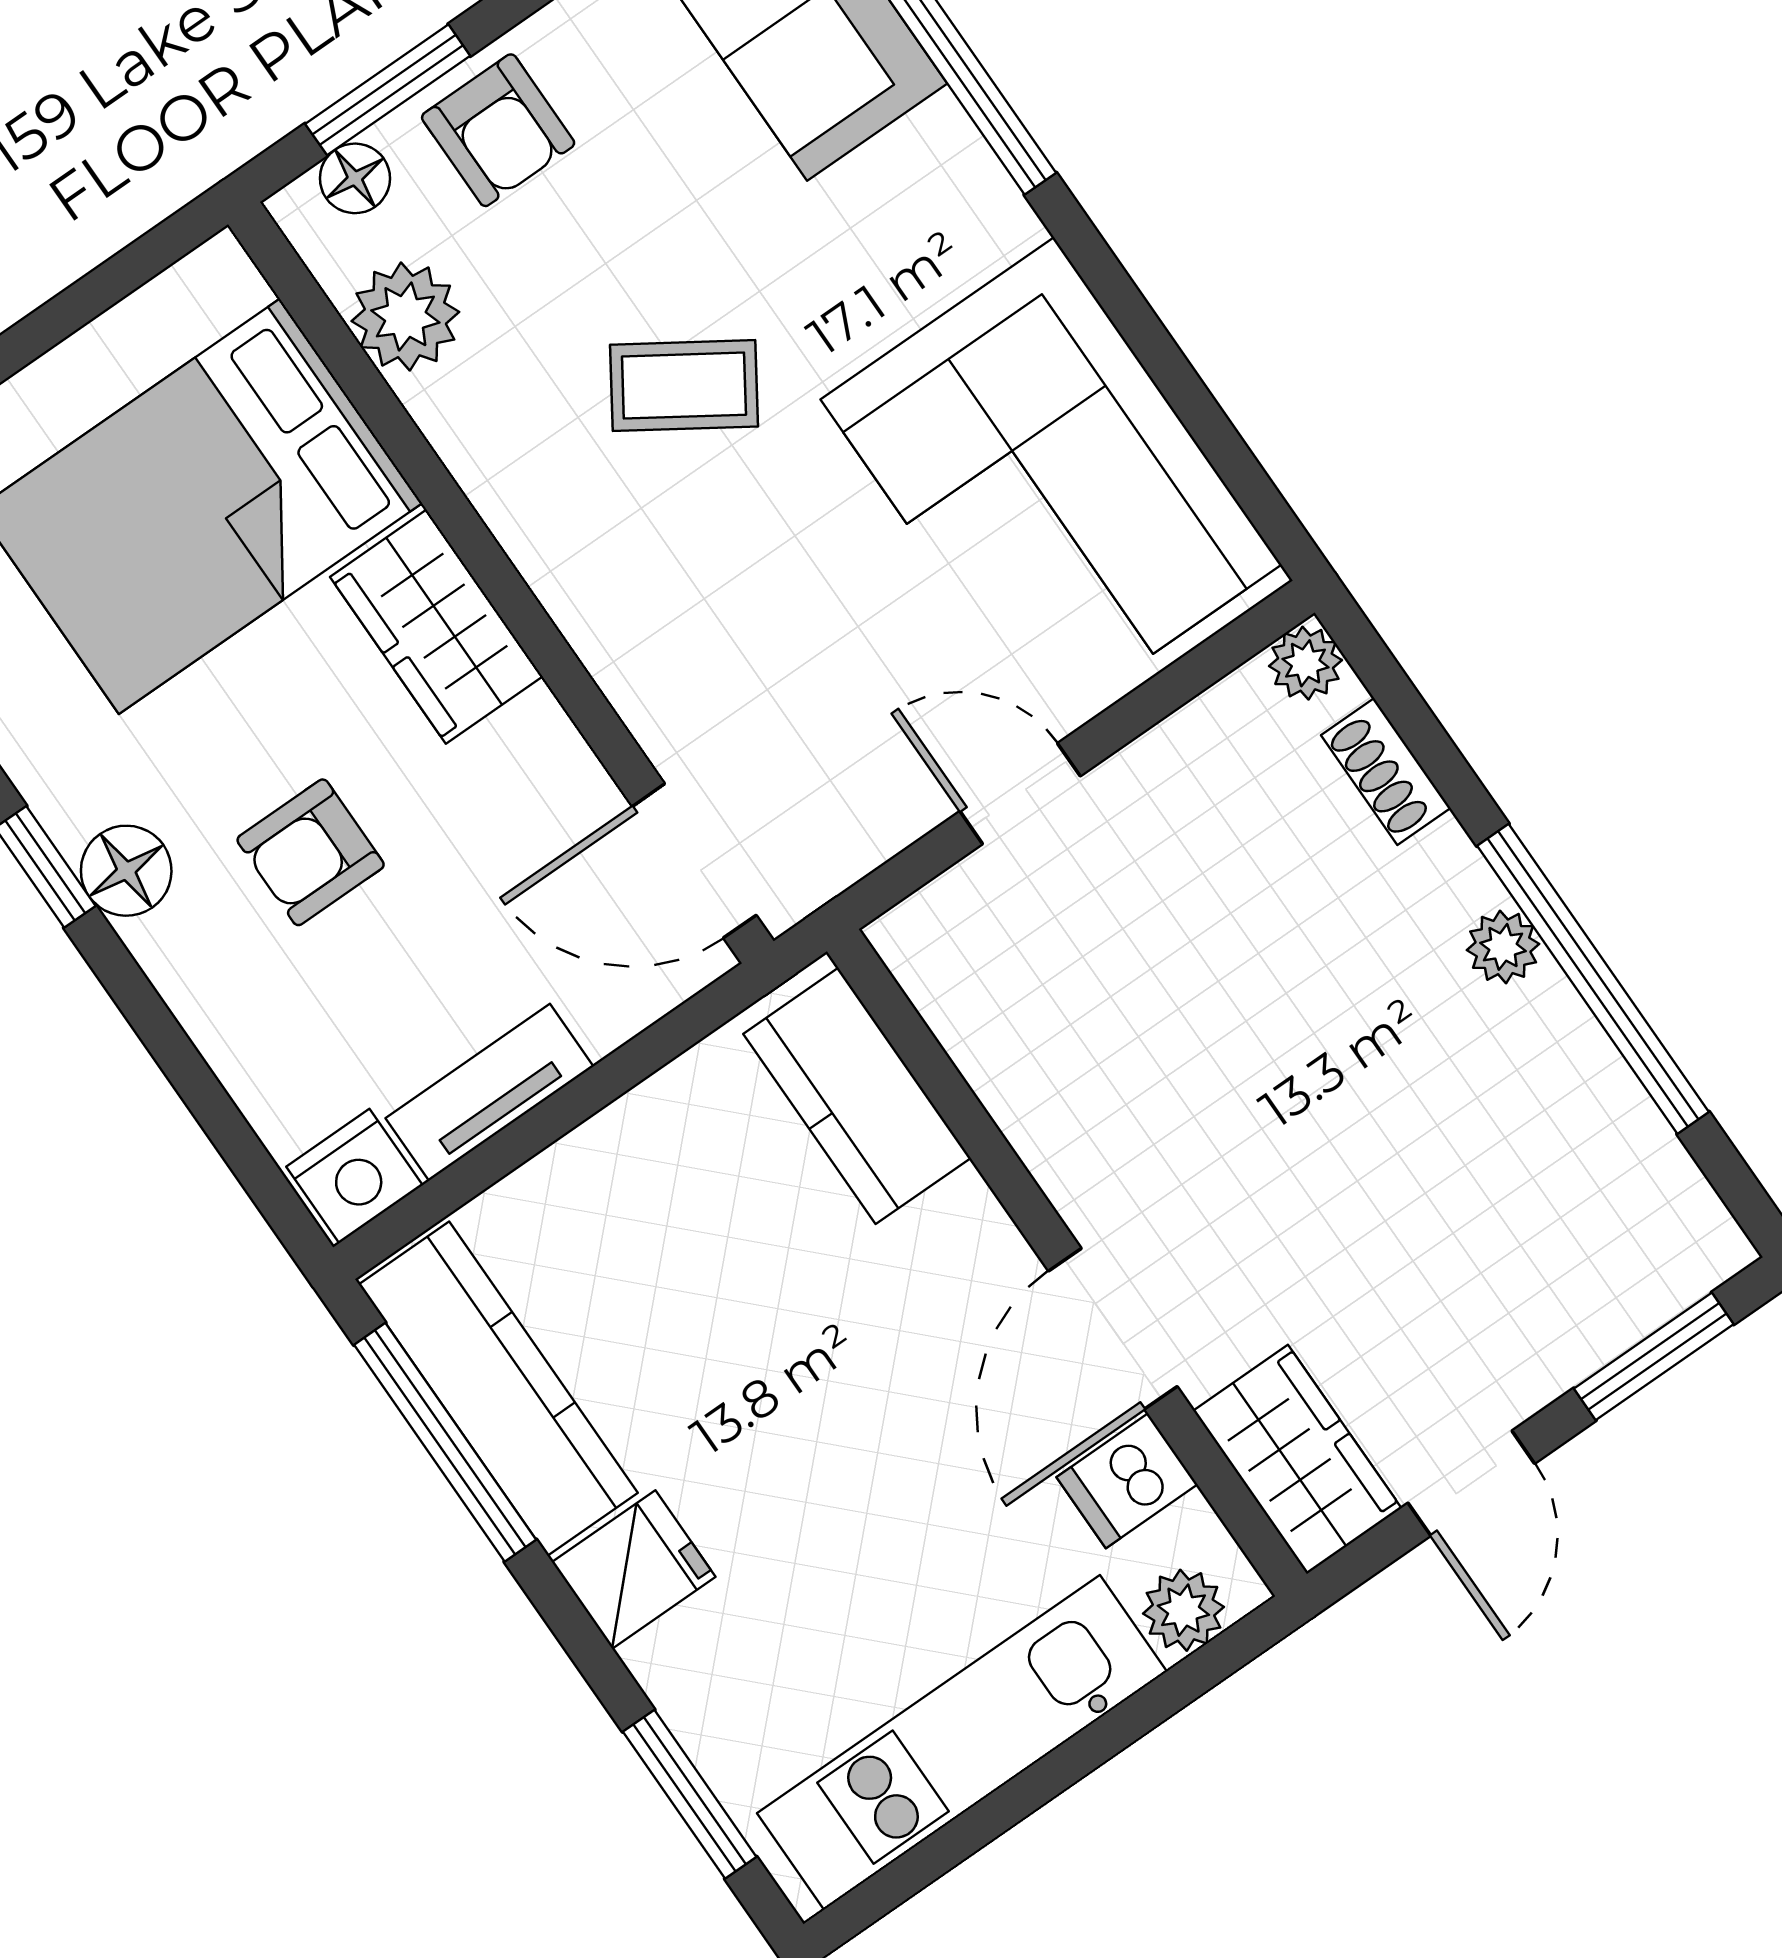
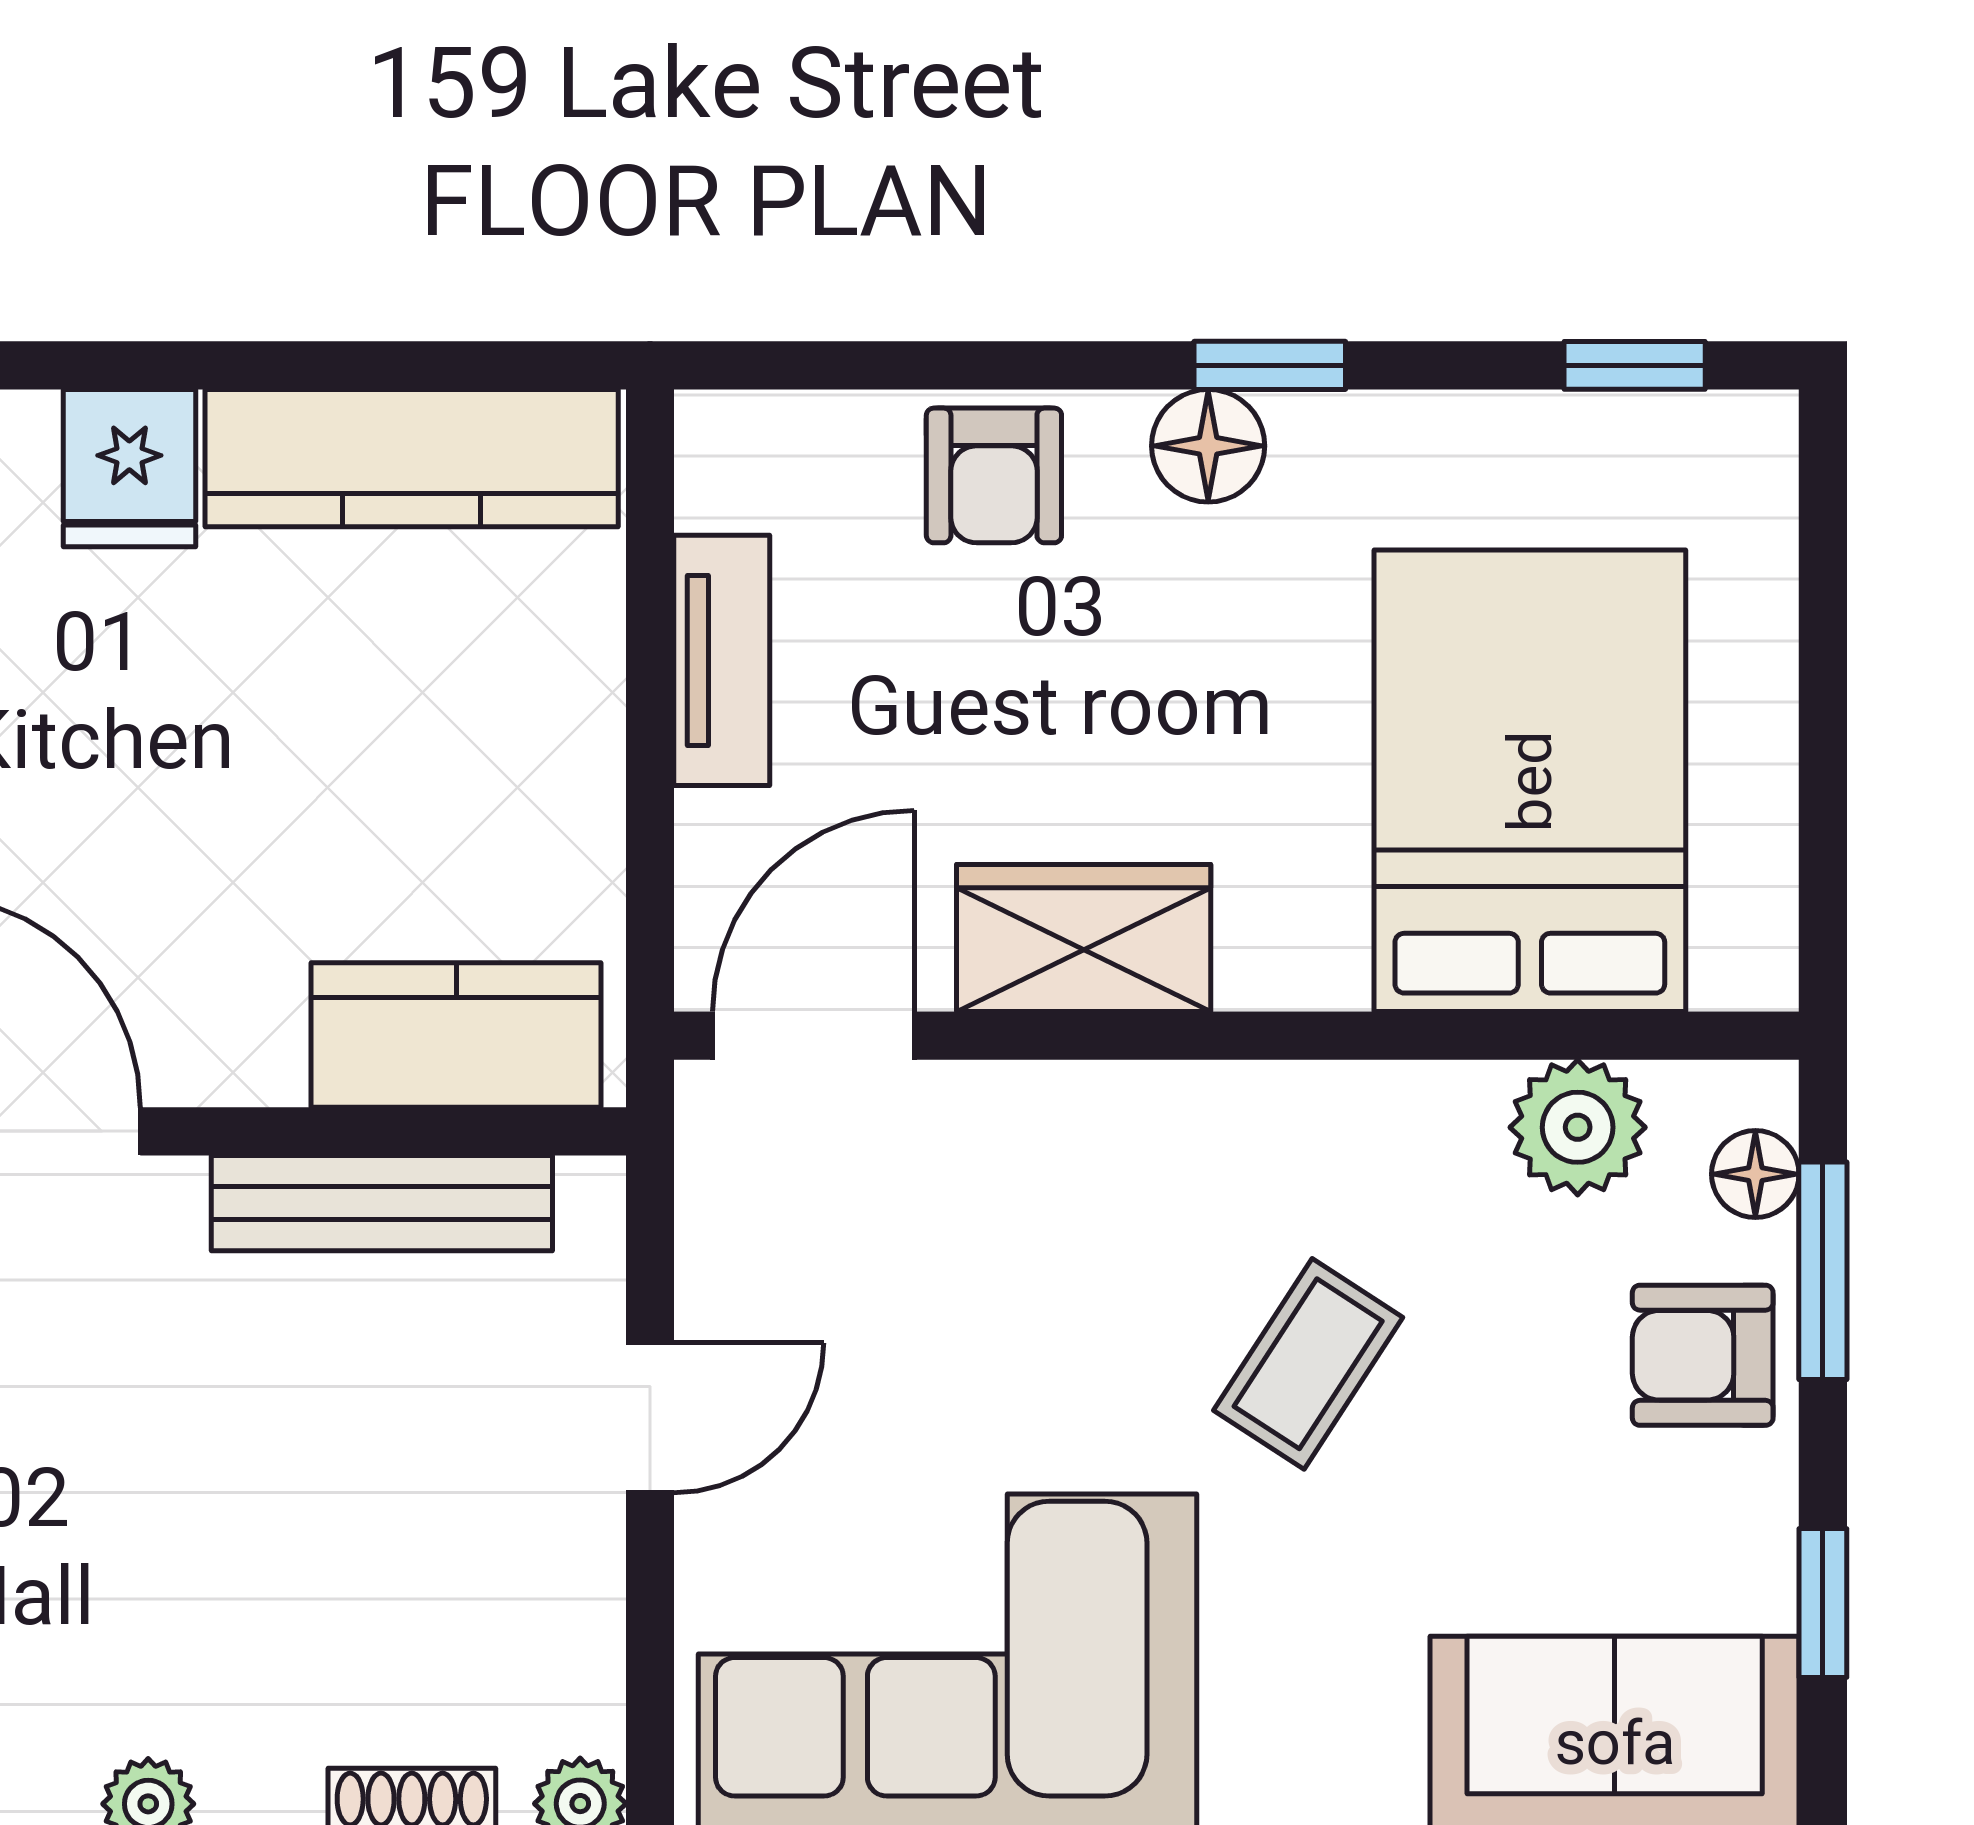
wardrobe: (436, 627) -> (1084, 938), moved
armchair: (311, 852) -> (994, 475), moved, turned 180
bench: (1001, 1068) -> (382, 1203), added
nightstand: (354, 1176) -> (732, 462), removed
window: (445, 1442) -> (394, 365), removed

